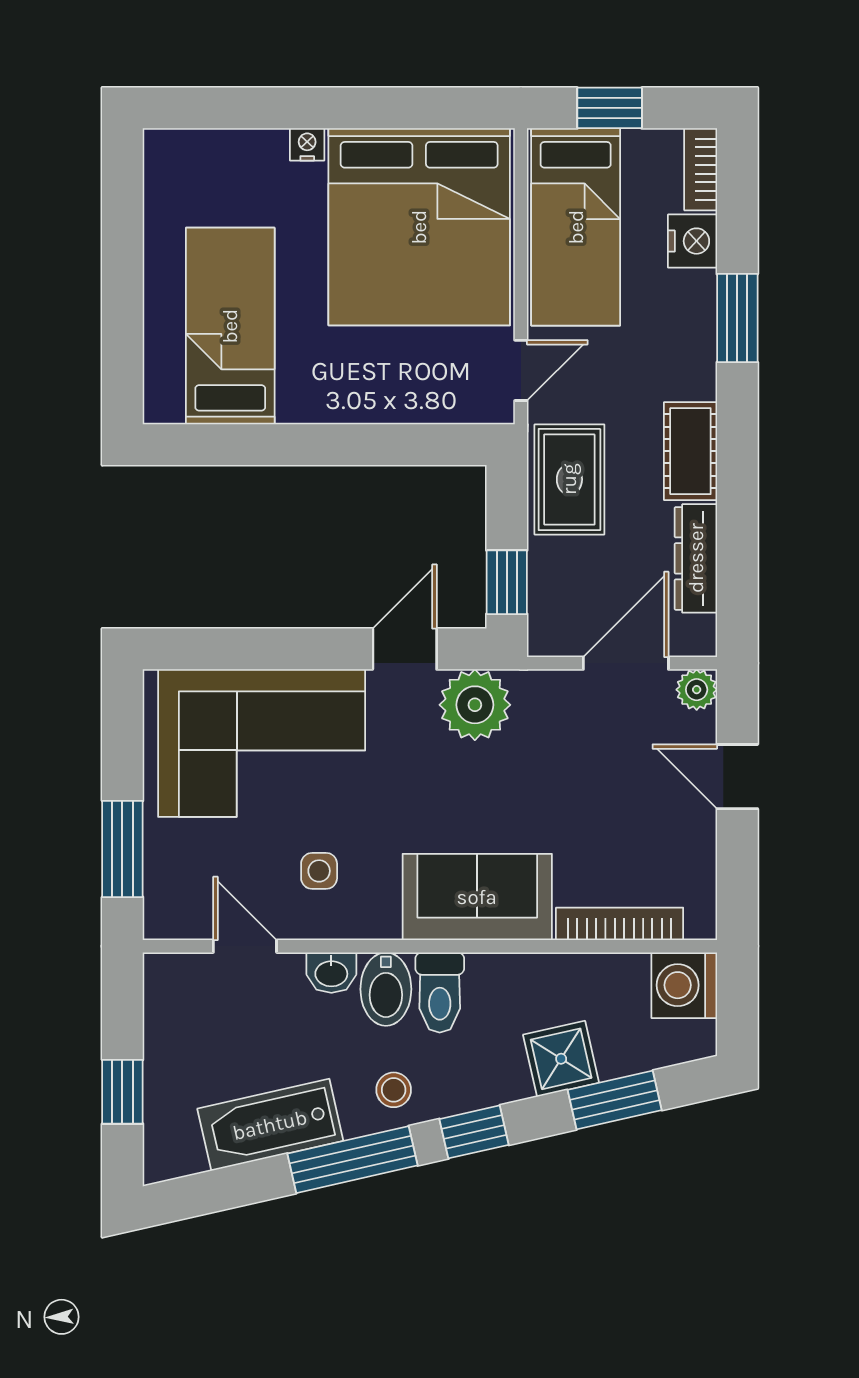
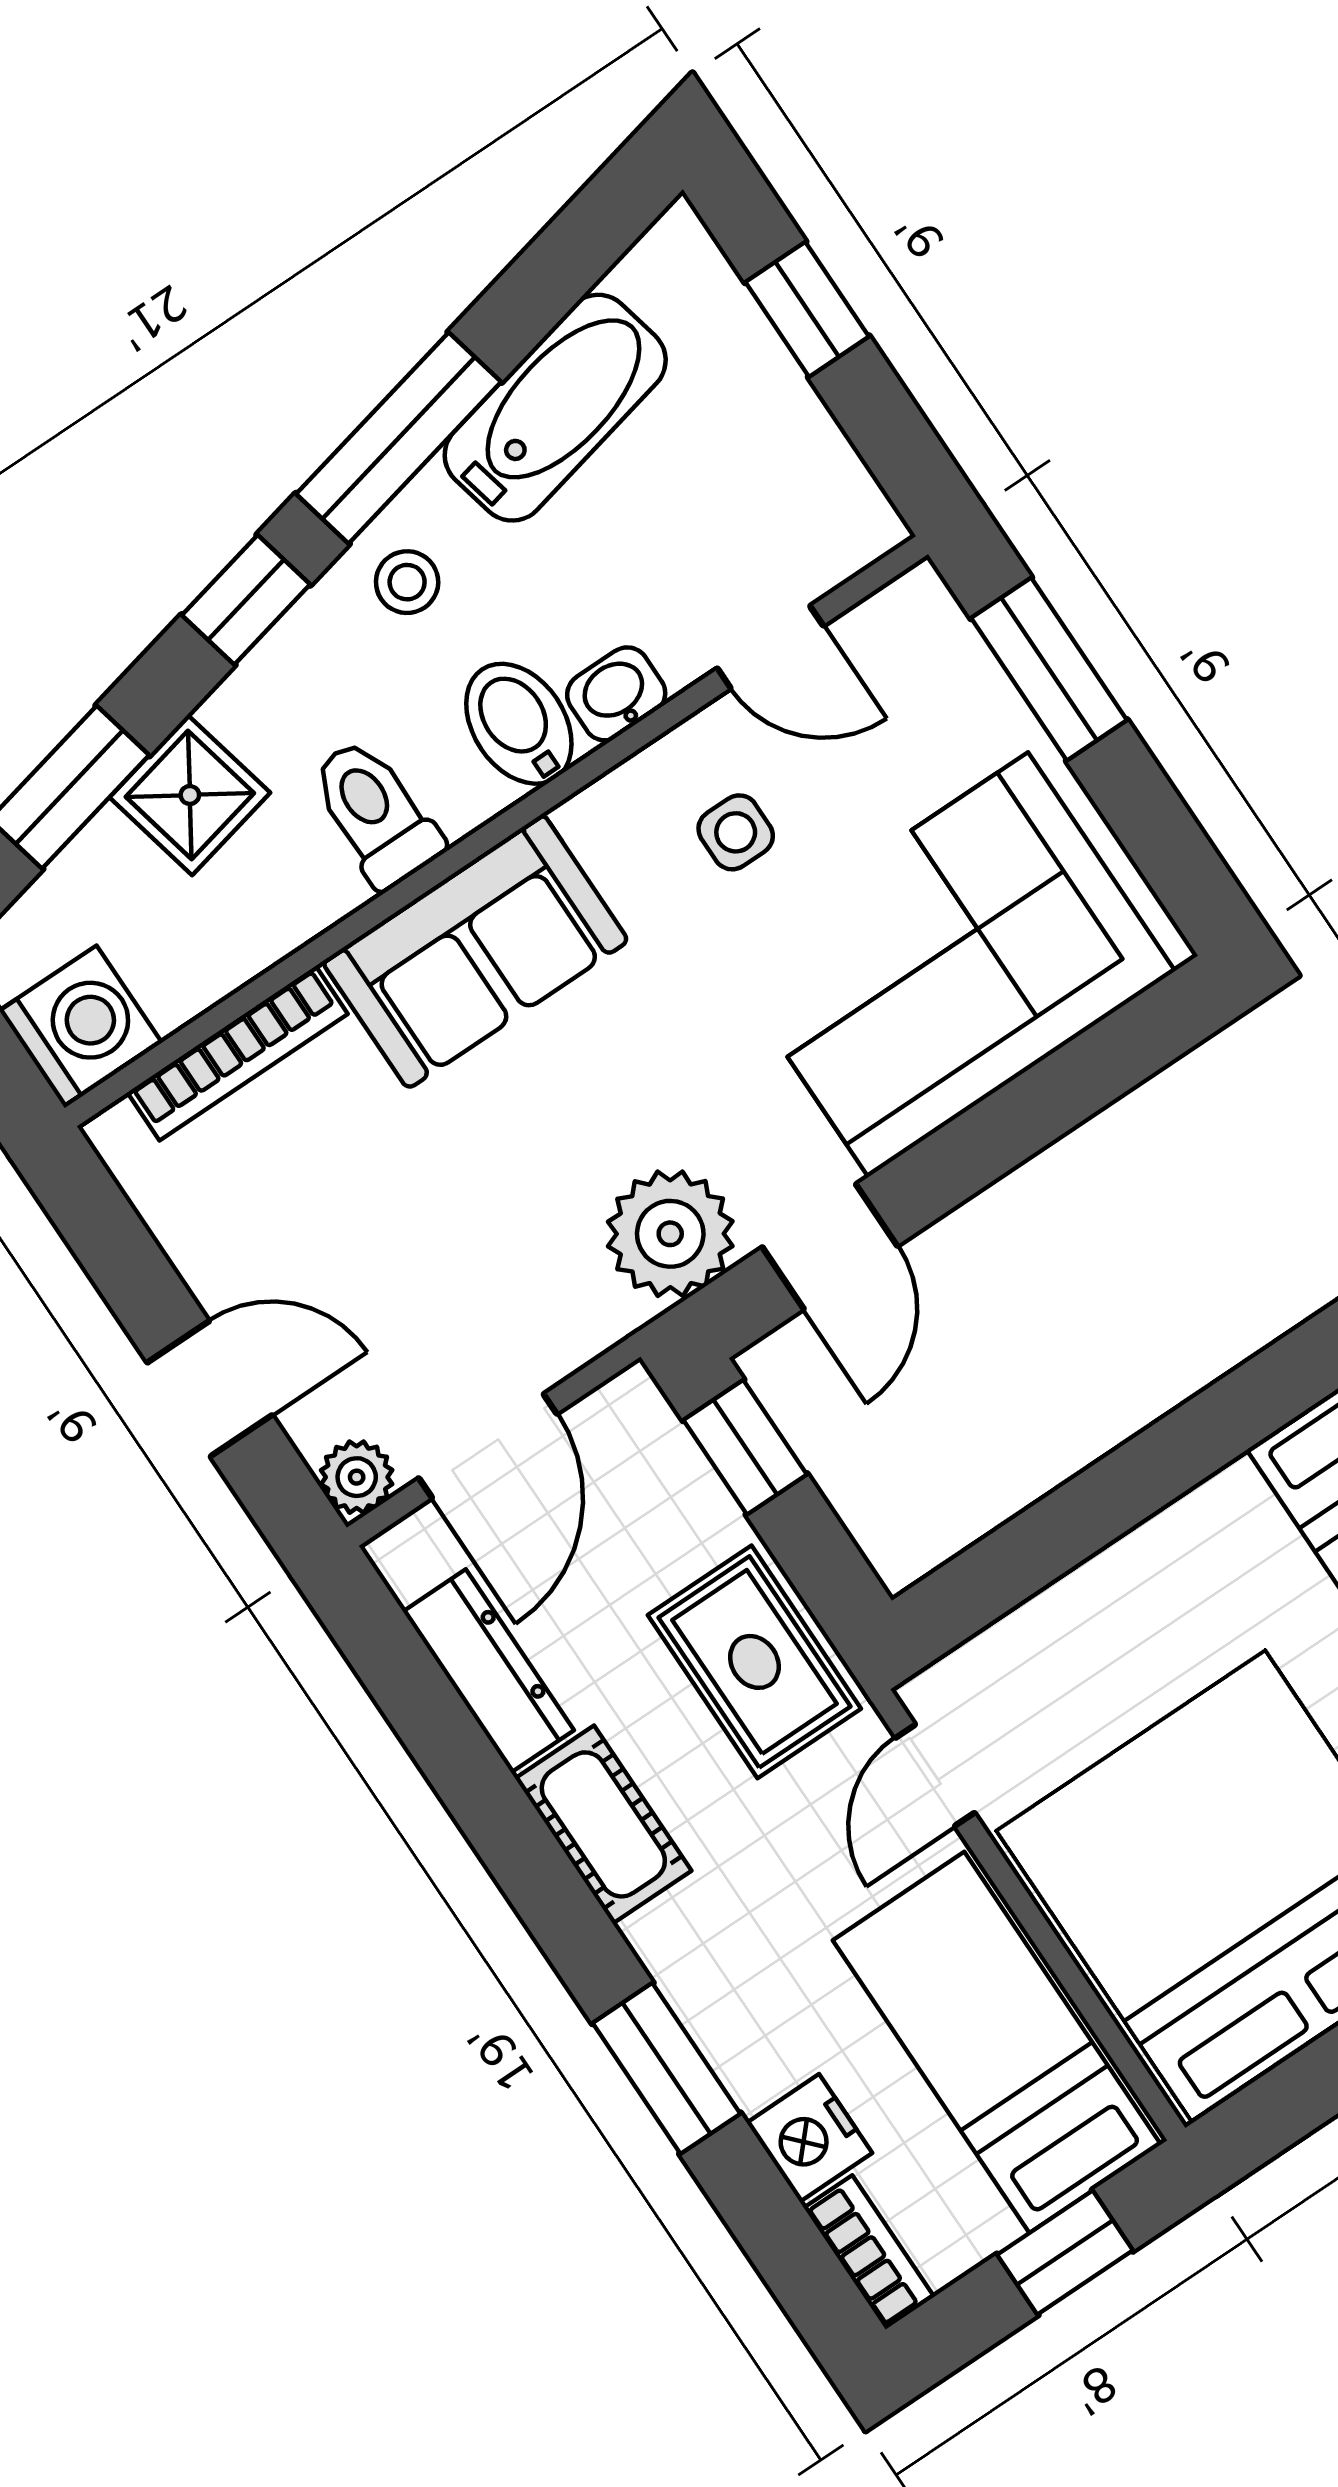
toilet: (440, 992) -> (375, 813), moved

